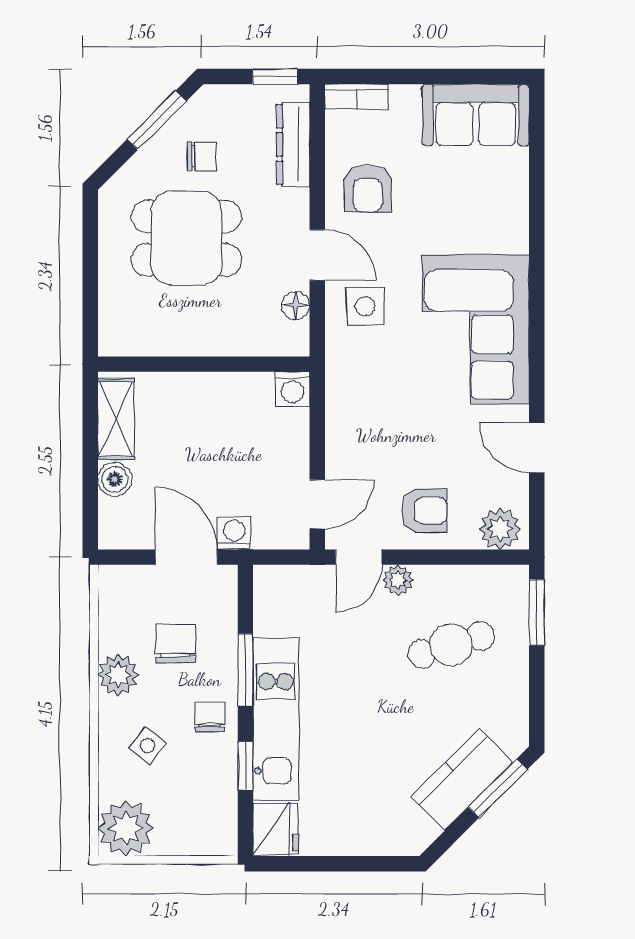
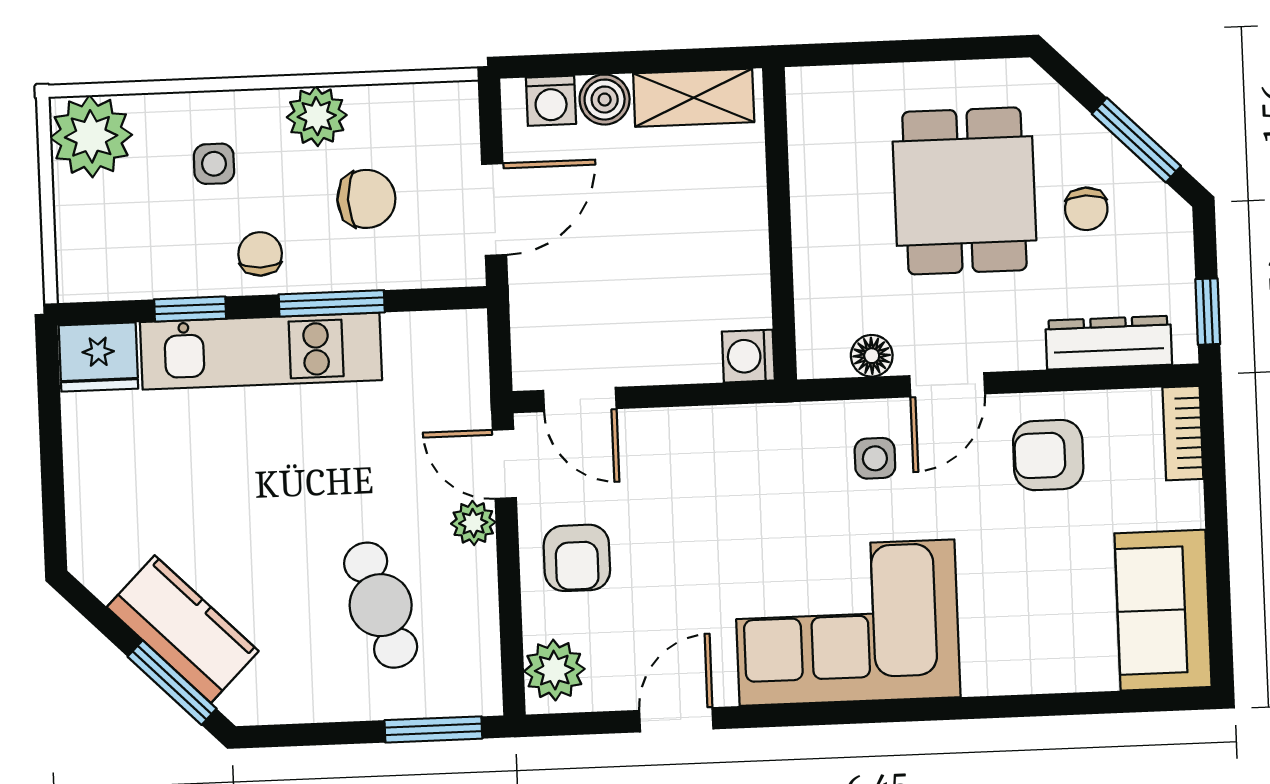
side table: (365, 306) -> (875, 458), width x0.73, depth x0.73
washing machine: (234, 533) -> (551, 101), moved, turned 90
chair: (210, 717) -> (260, 254), turned -90
side table: (148, 746) -> (214, 164), turned -38

